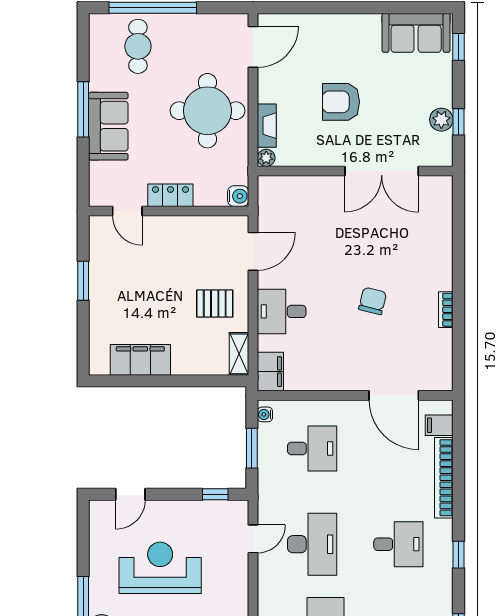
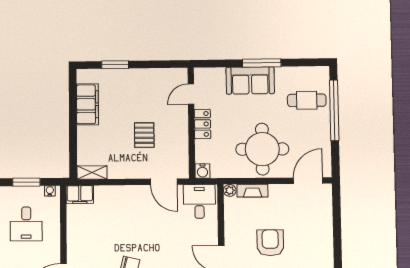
door: (253, 47) -> (308, 181), swing flipped
window: (83, 281) -> (115, 65), moved
pallet: (215, 304) -> (144, 135), moved
desk: (282, 311) -> (199, 201), moved

